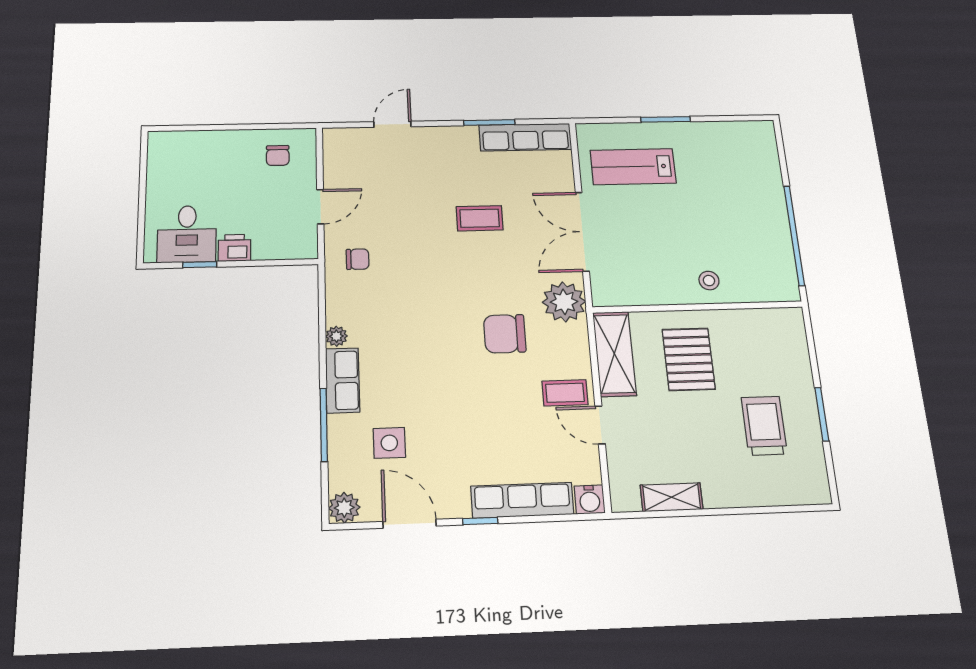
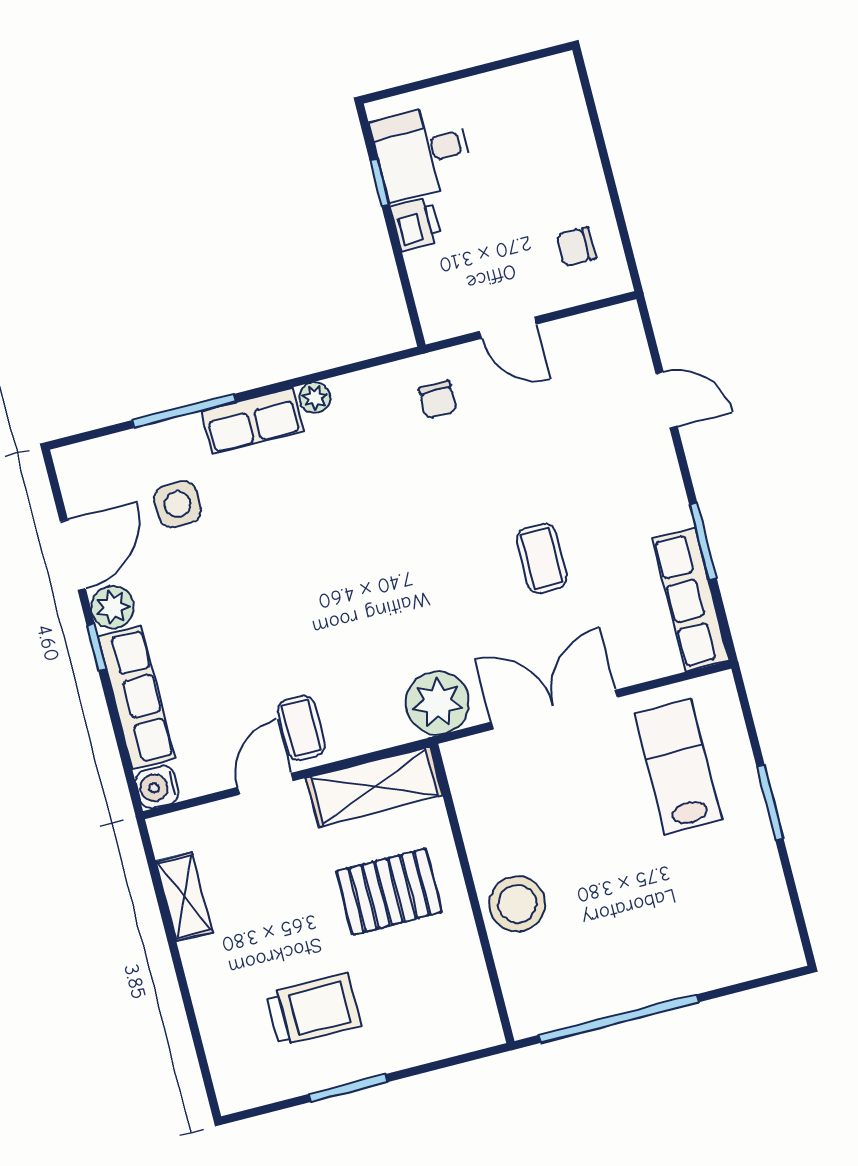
stool: (709, 281) -> (517, 904), width x1.89, depth x1.89
chair: (505, 334) -> (370, 629), removed
plant: (344, 508) -> (113, 607), moved

